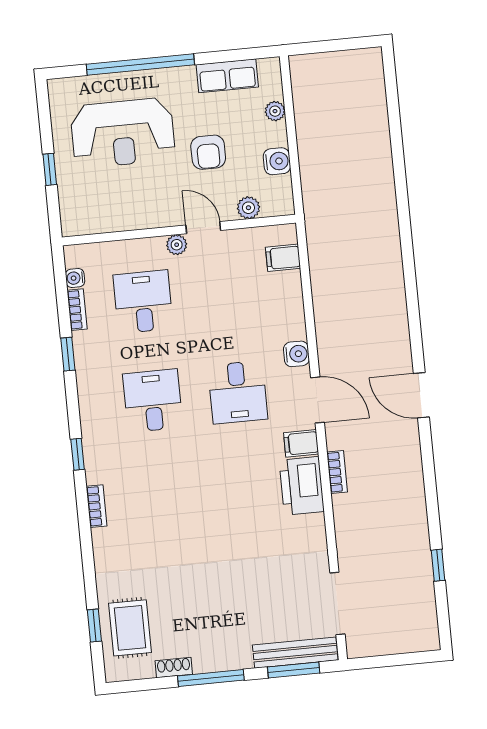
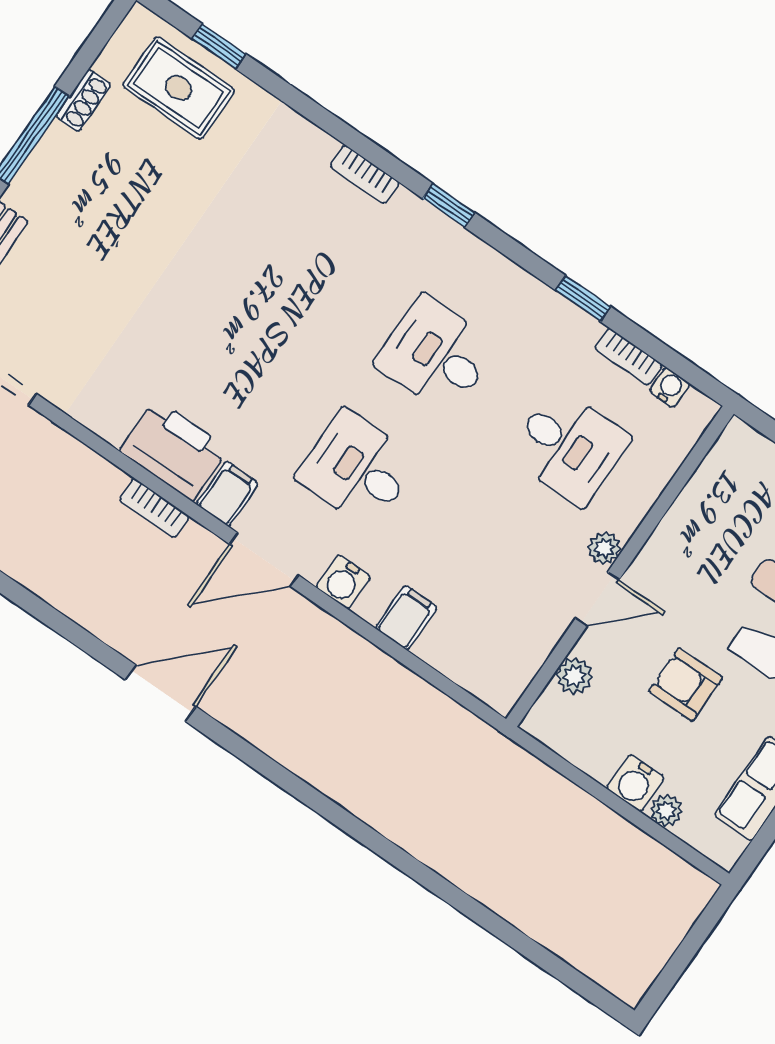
water cooler: (277, 161) -> (635, 783), moved
filing cabinet: (283, 258) -> (406, 618), moved
desk: (153, 401) -> (436, 355), turned 180

